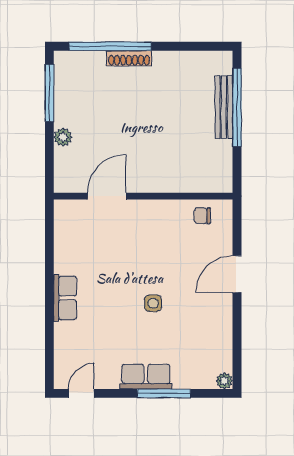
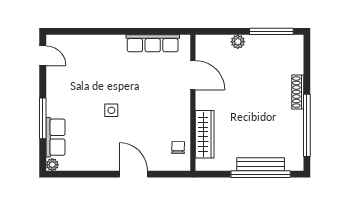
window: (110, 46) -> (307, 125), moved
wardrobe: (185, 181) -> (205, 134), added
row of seats: (65, 298) -> (153, 43), moved, width x1.48
row of seats: (146, 377) -> (55, 137), moved

